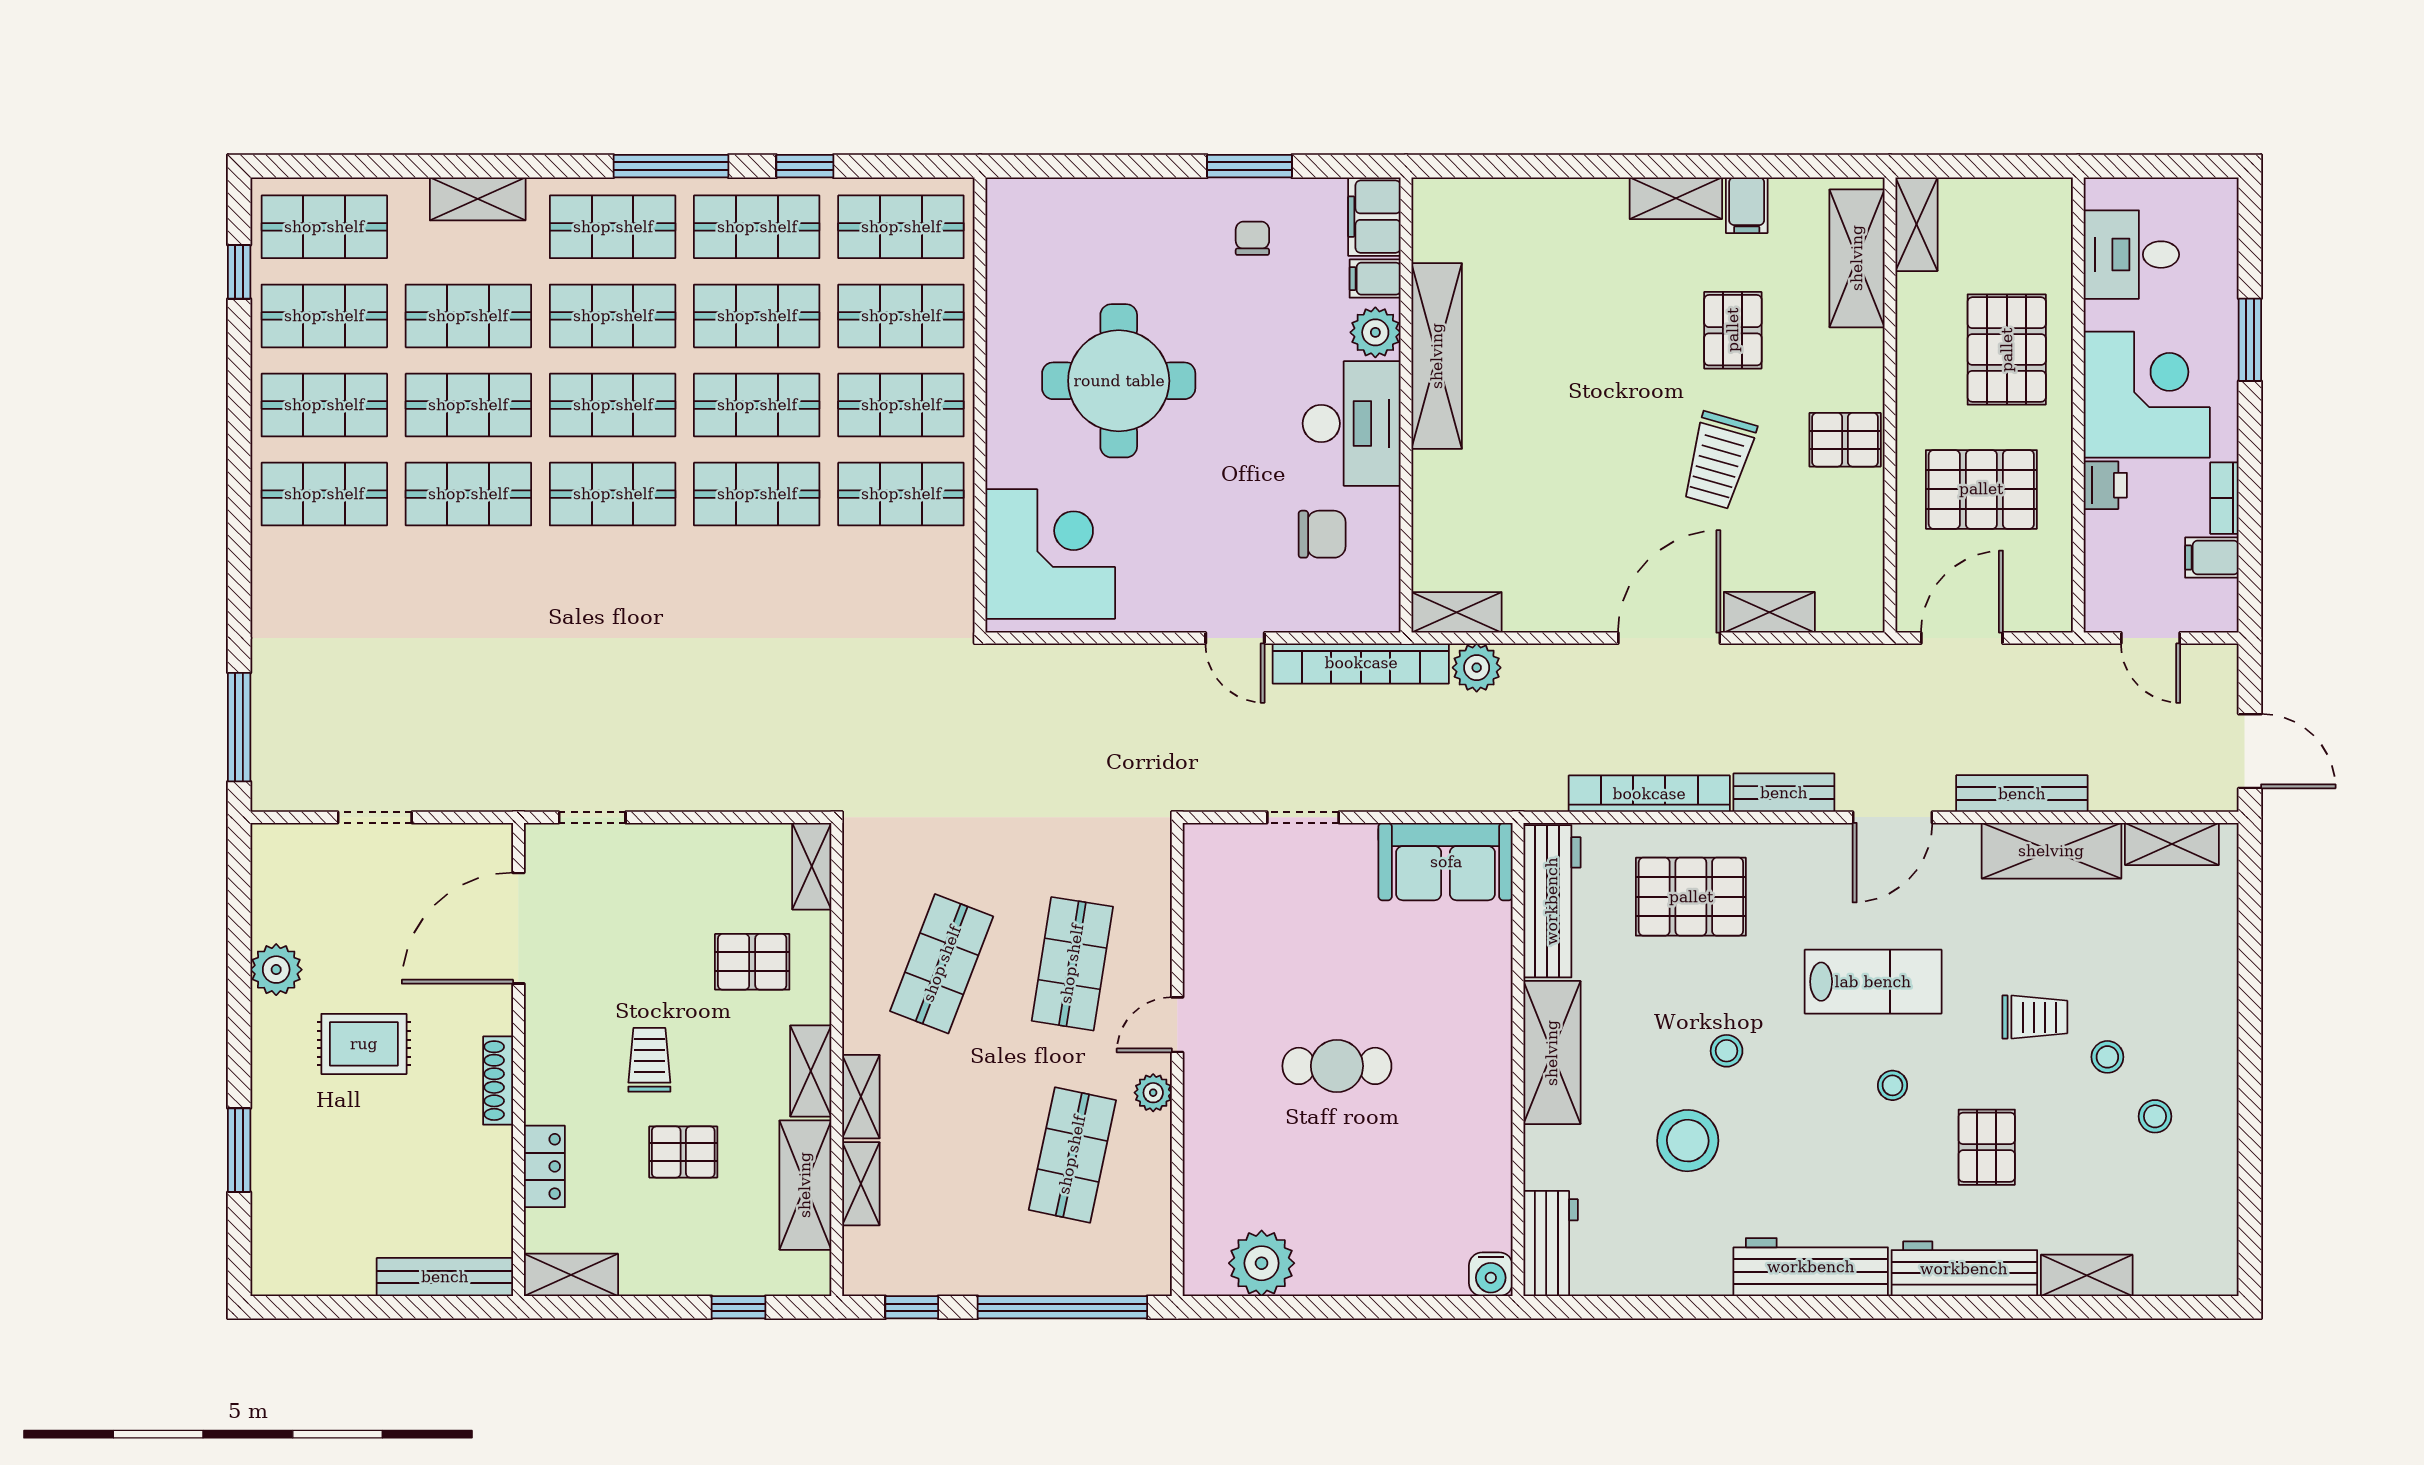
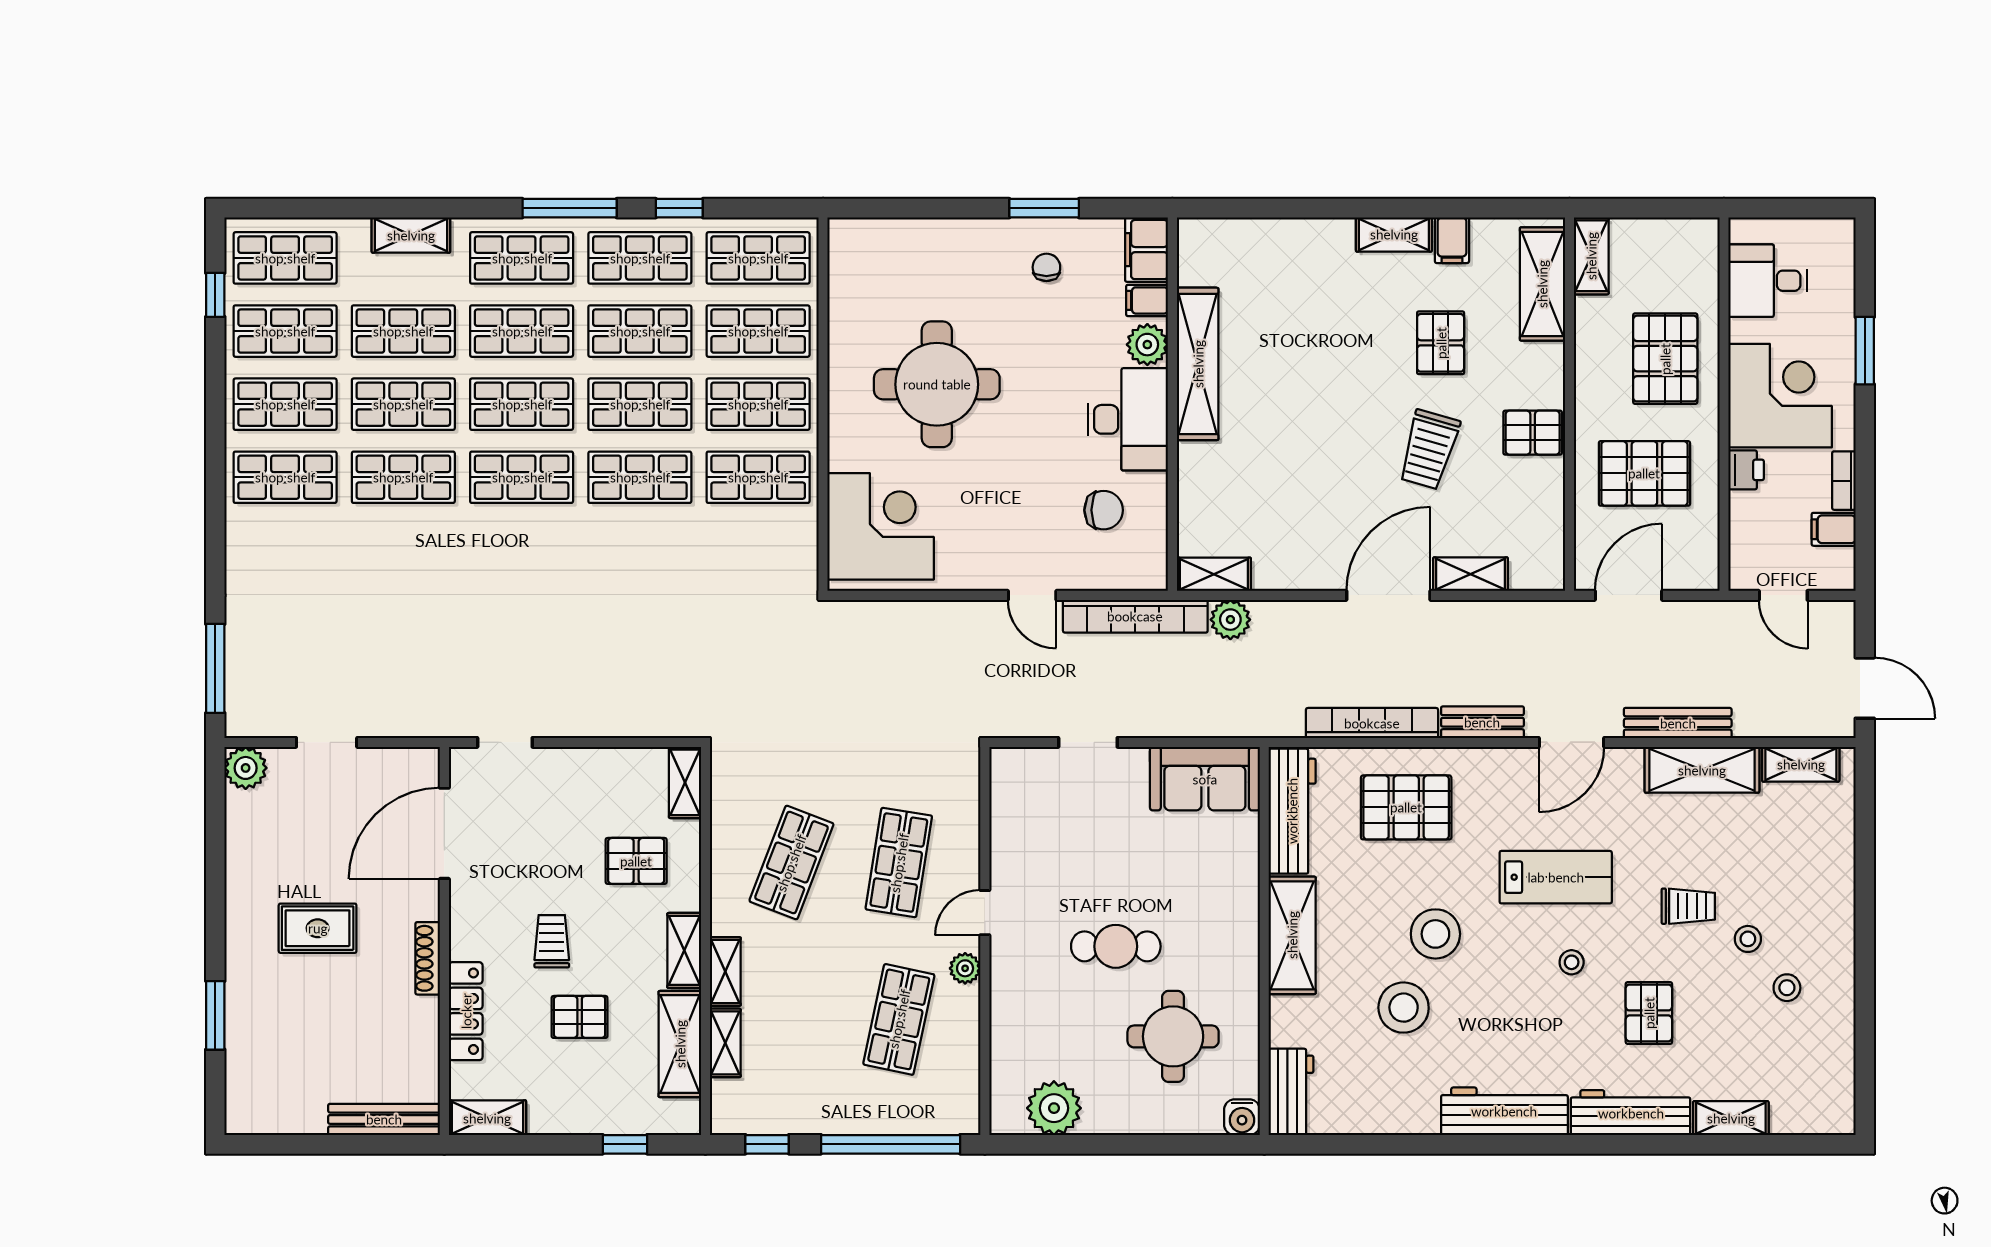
plant: (276, 970) -> (246, 768), moved
stool: (1727, 1051) -> (1435, 934), width x1.89, depth x1.89
locker: (544, 1166) -> (466, 1011), width x1.53
round table: (1407, 1176) -> (1173, 1036), added

